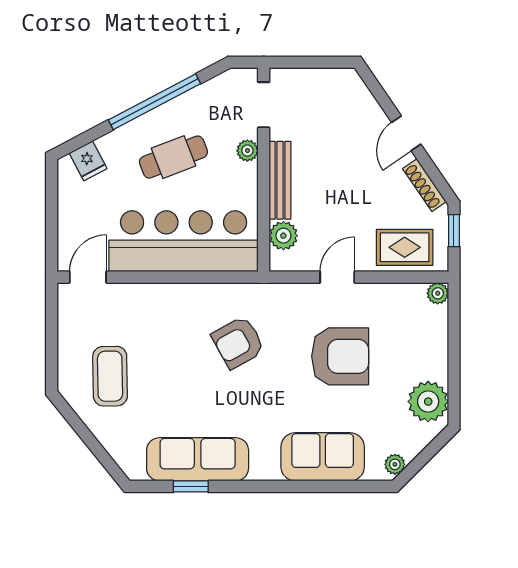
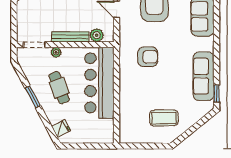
window: (155, 102) -> (33, 97), width x0.47
door: (88, 277) -> (117, 129), removed
armchair: (238, 342) -> (148, 57), turned -61
window: (191, 486) -> (217, 94), moved

